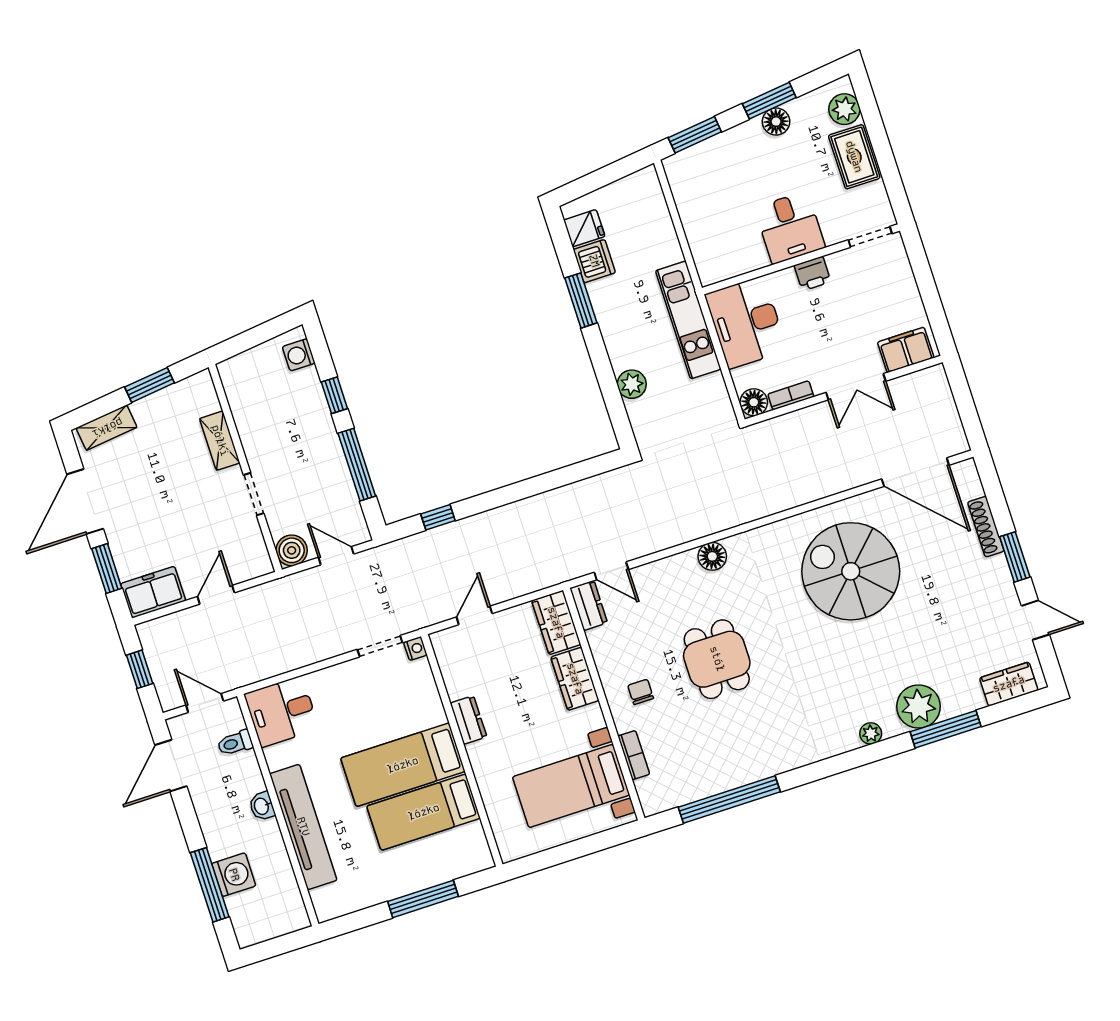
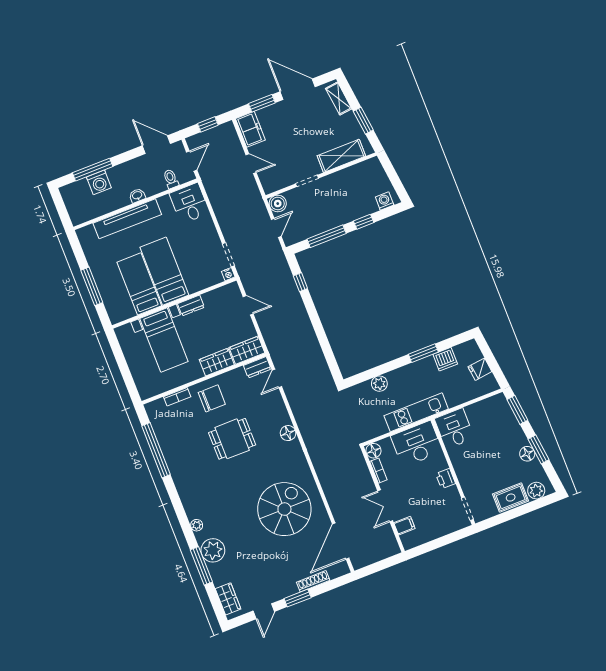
fridge: (584, 228) -> (480, 369), moved, turned 83
desk: (790, 228) -> (454, 428), moved, turned 90
filing cabinet: (906, 350) -> (404, 526), width x0.50
shelving: (220, 441) -> (341, 156), width x1.50, depth x1.33
chair: (641, 692) -> (212, 398), width x1.87, depth x1.87
bed with nightstands: (571, 786) -> (164, 340), moved, turned 180

